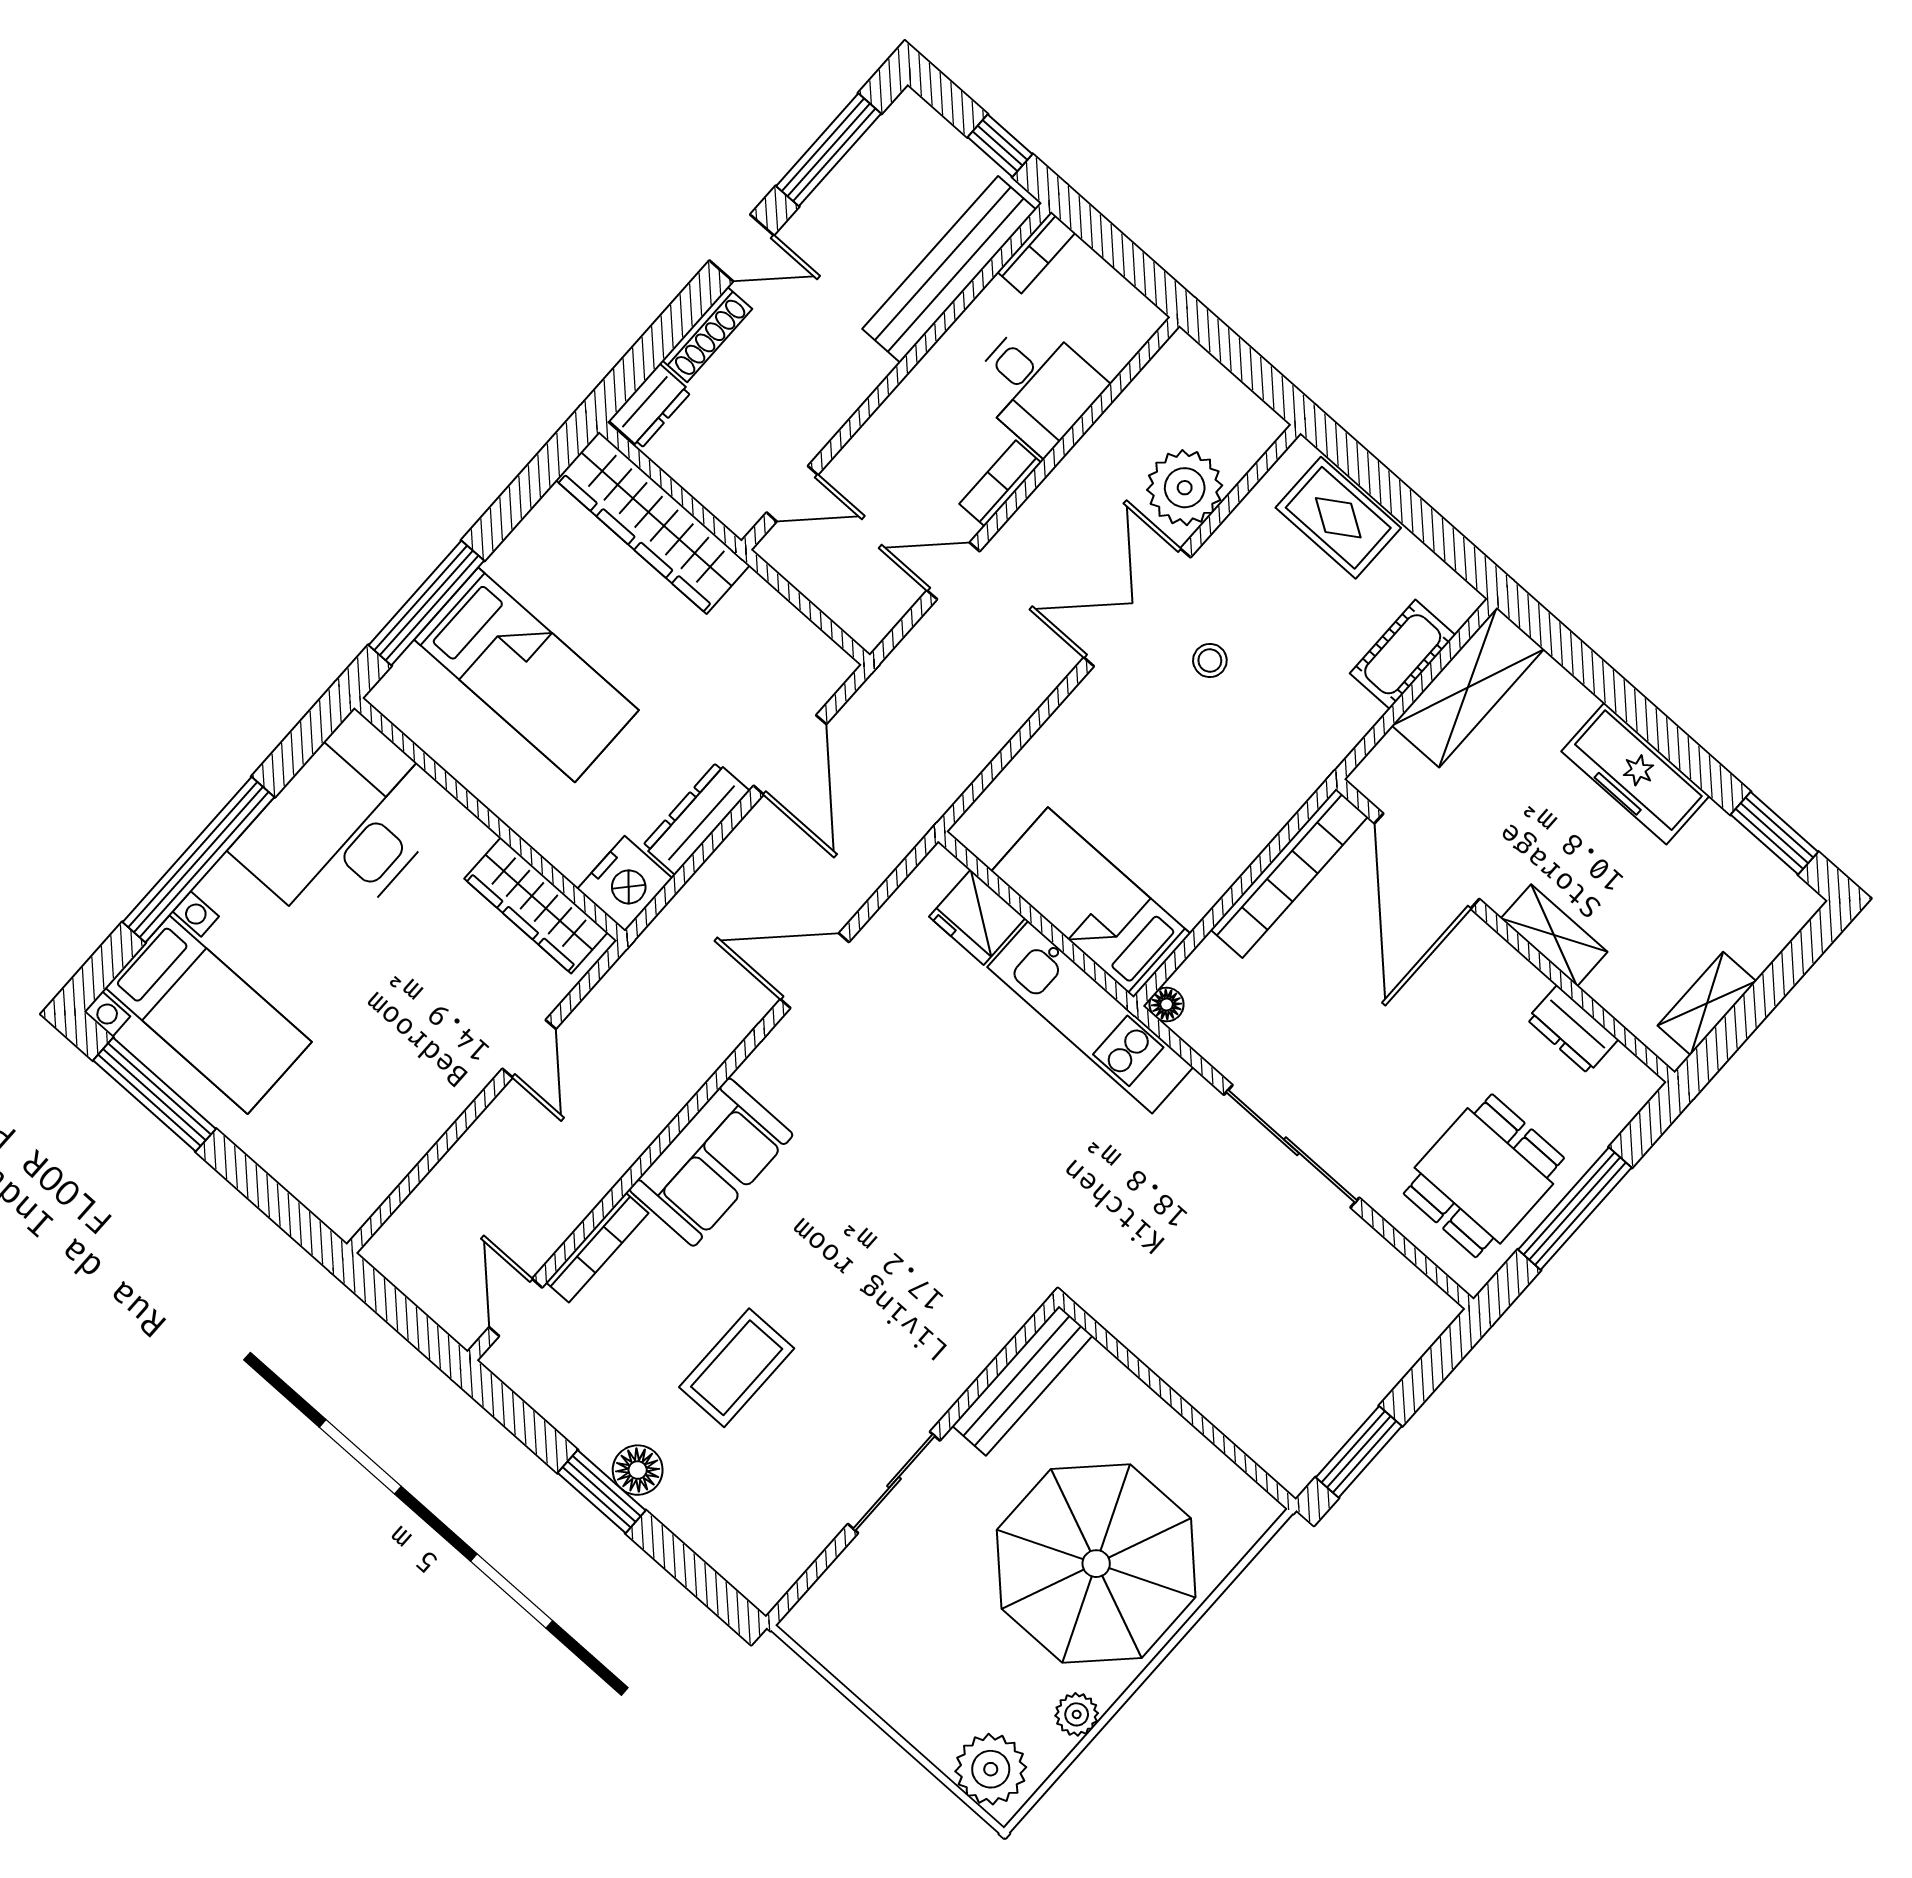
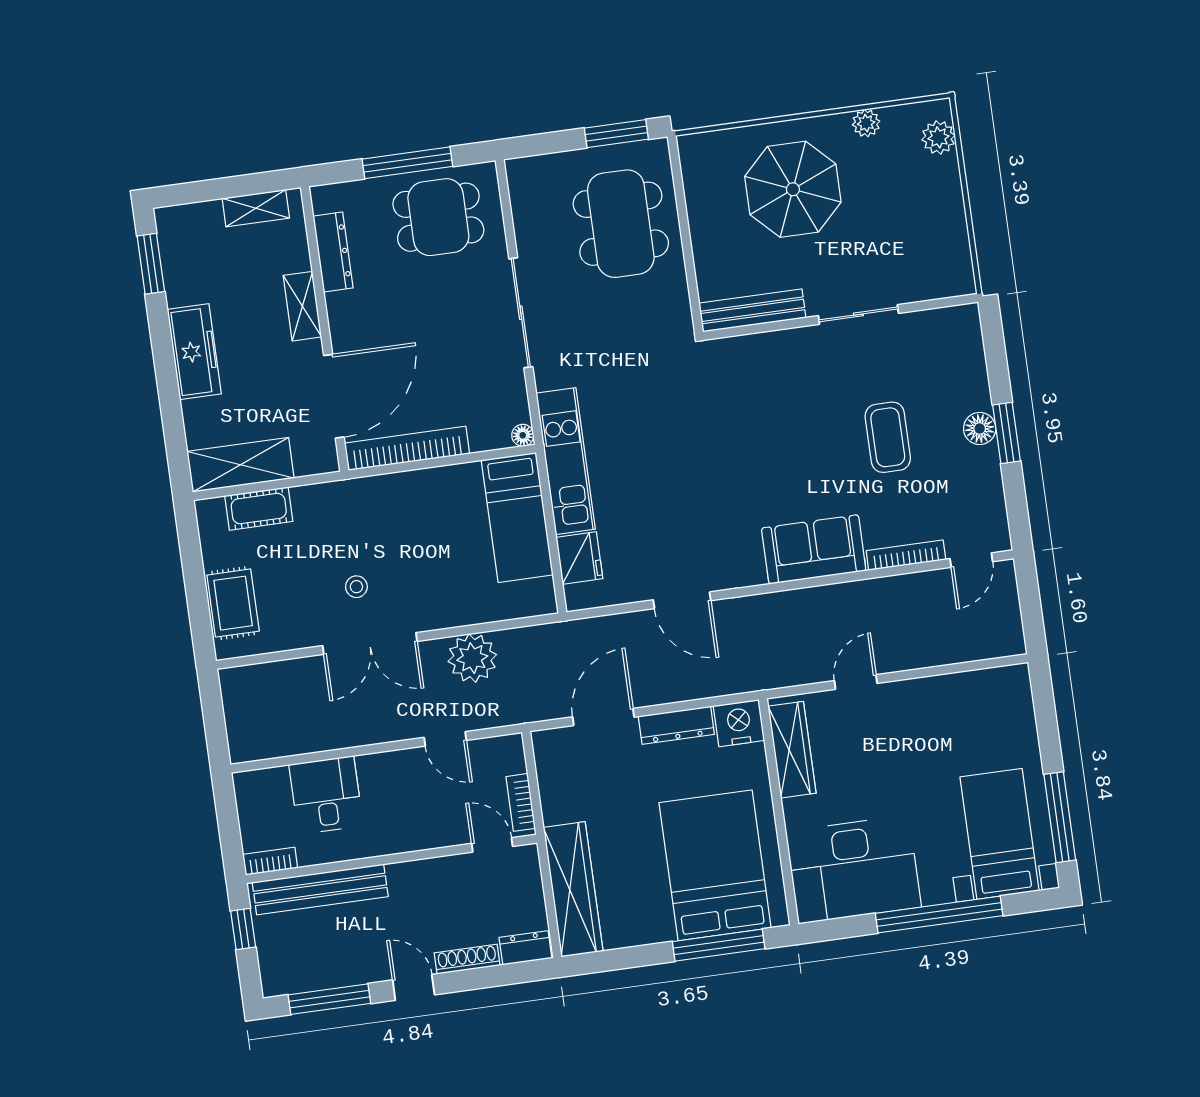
bookcase: (1000, 483) -> (521, 802), moved, turned 90
plant: (1185, 488) -> (472, 658), moved
bed: (527, 675) -> (715, 865), width x1.50
dresser: (1573, 1029) -> (333, 252), width x1.44
dining table: (1263, 1351) -> (621, 224), added
coffee table: (737, 1368) -> (888, 437), turned 90
parasol: (1096, 1564) -> (793, 189), width x0.73, depth x0.73
plant: (991, 1769) -> (938, 137), width x0.73, depth x0.73

